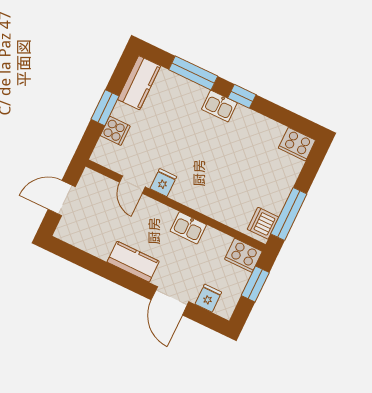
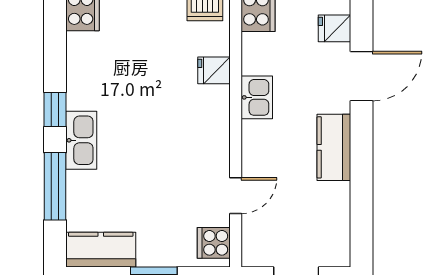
kitchen sink: (219, 106) -> (81, 140), width x1.38
cooker: (115, 131) -> (214, 243), moved, turned -90
fridge: (163, 183) -> (214, 70), moved

